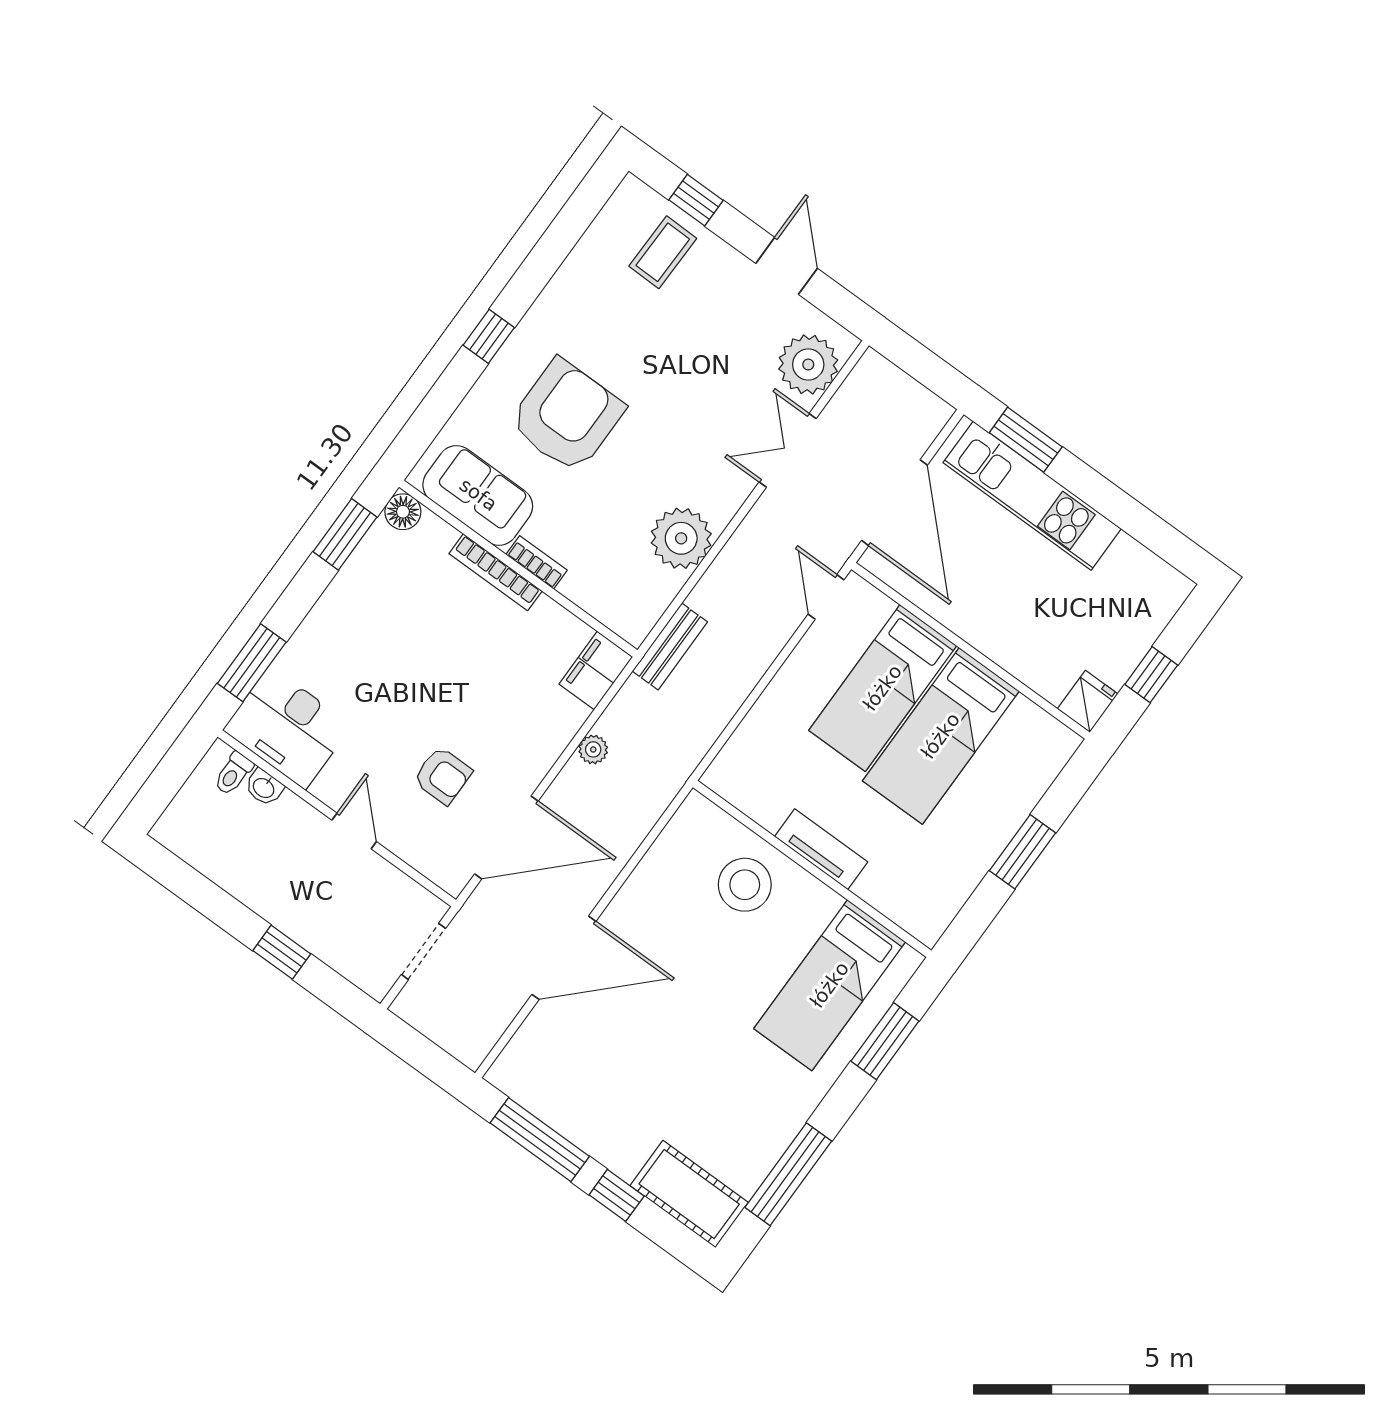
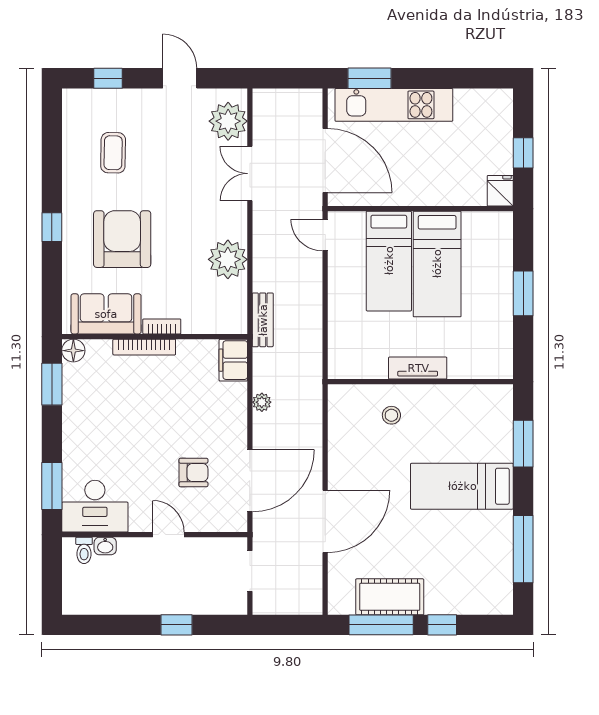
coffee table: (663, 252) -> (113, 153), moved
stool: (745, 885) -> (391, 415), width x0.53, depth x0.53
bed: (830, 985) -> (462, 486), moved, turned 90
cot: (689, 1194) -> (390, 597), moved

